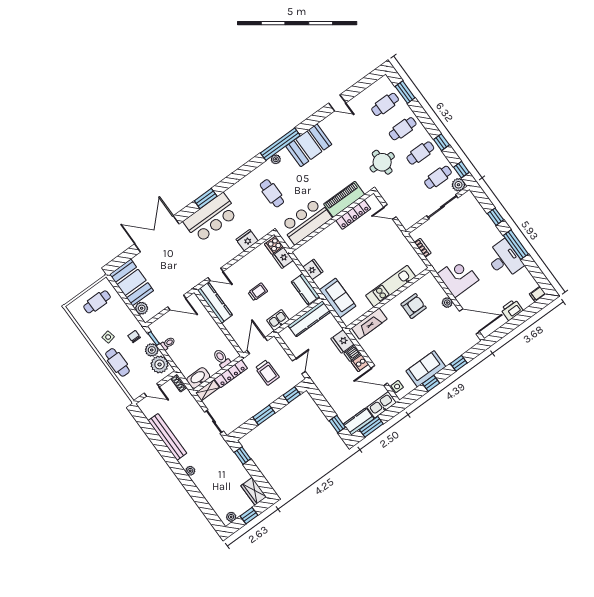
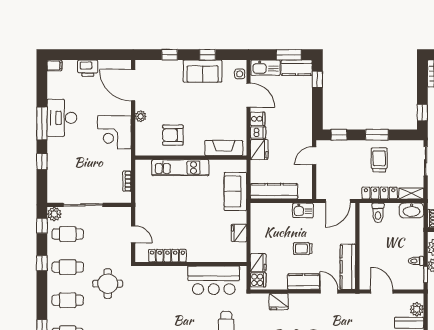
piano: (344, 199) -> (166, 275), removed
kitchen counter: (305, 289) -> (304, 282), moved, turned -90
trolley: (267, 372) -> (379, 160), moved

